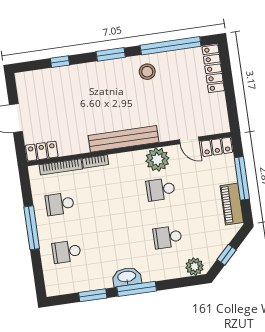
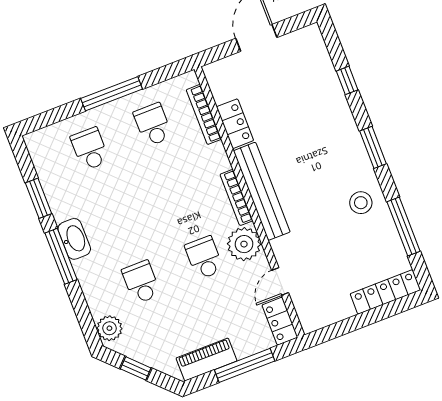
window: (171, 46) -> (404, 226), width x0.68
locker: (42, 151) -> (235, 124), moved
bookcase: (95, 162) -> (236, 197), moved, width x1.56

